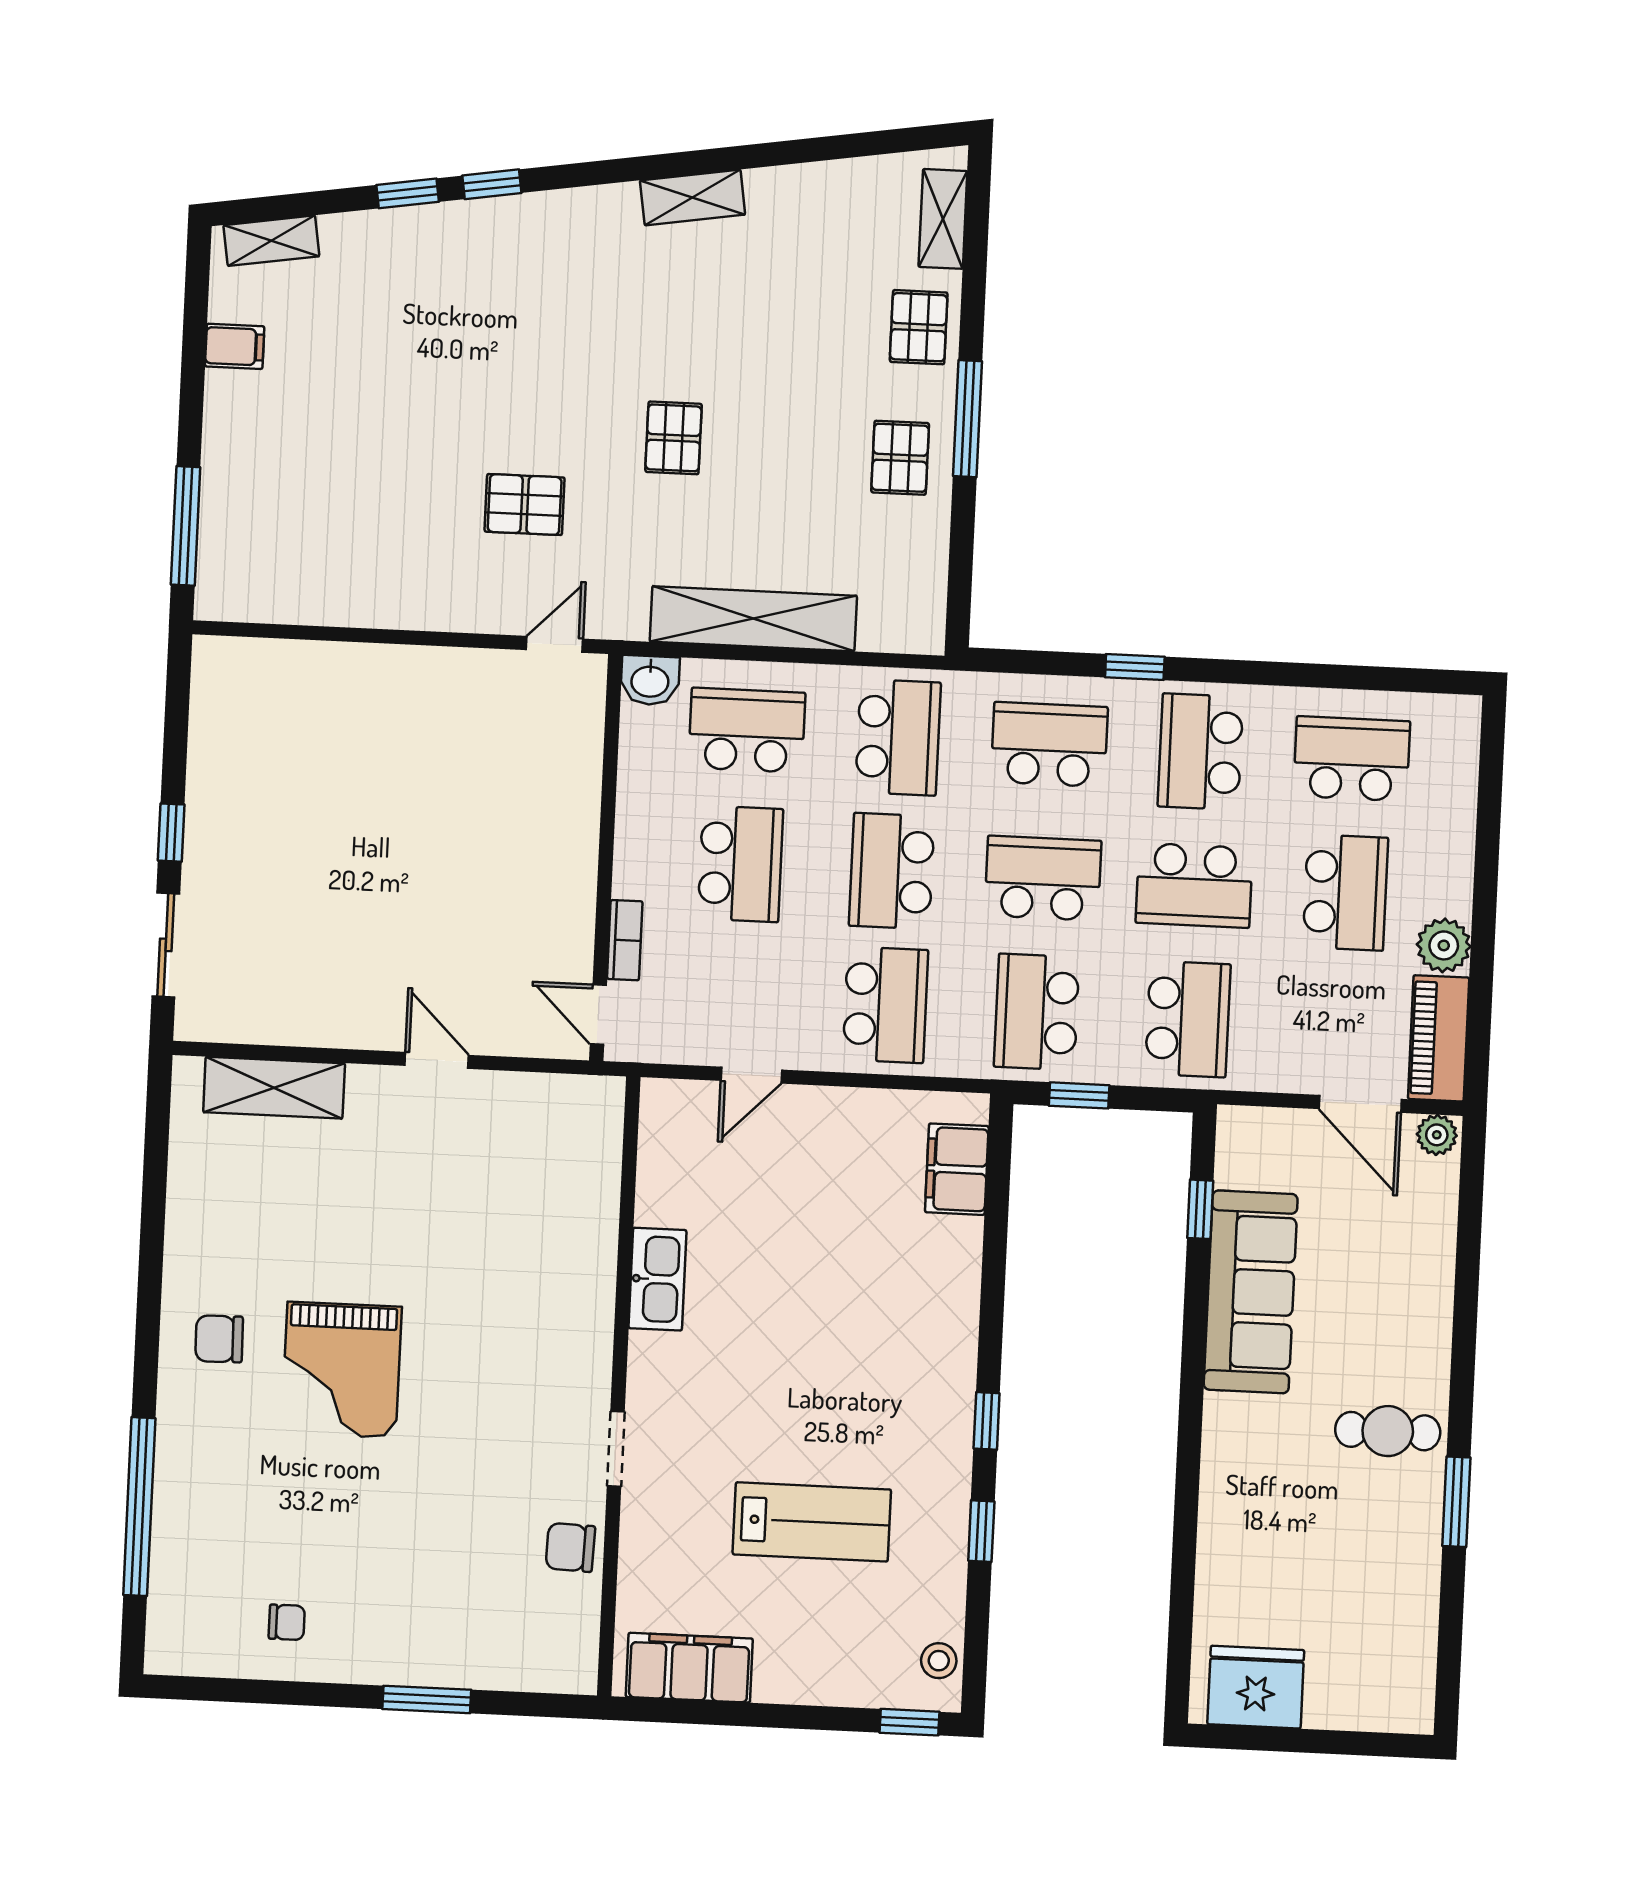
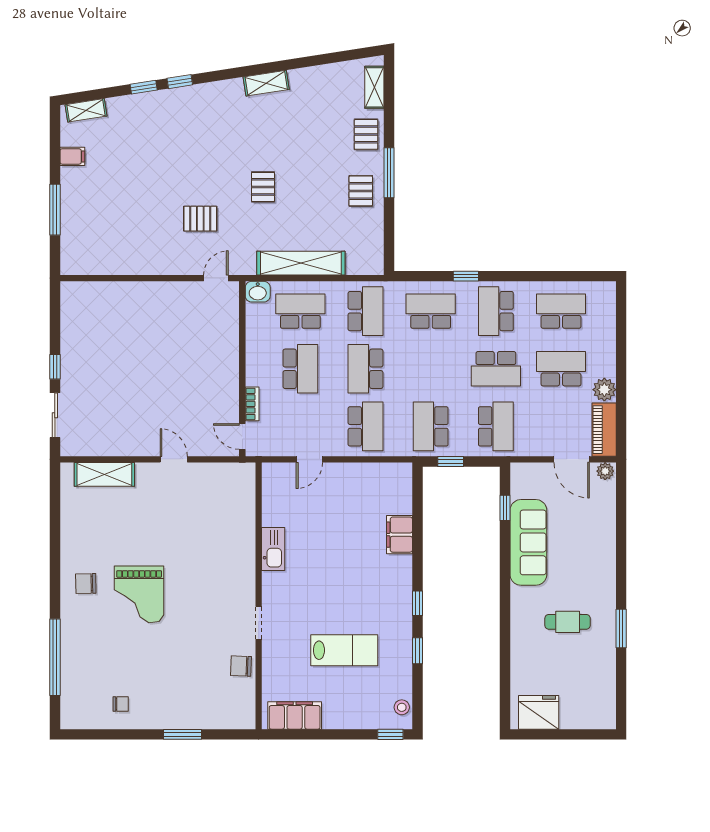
window: (186, 526) -> (55, 210), moved
school desk: (1043, 878) -> (431, 369), removed
school desk: (1345, 892) -> (561, 369), turned -90
filing cabinet: (957, 1169) -> (400, 535), moved
cafe table: (1388, 1431) -> (568, 622), moved

